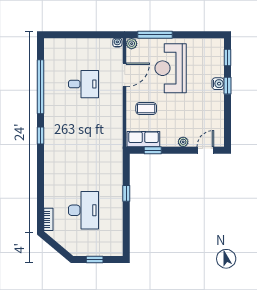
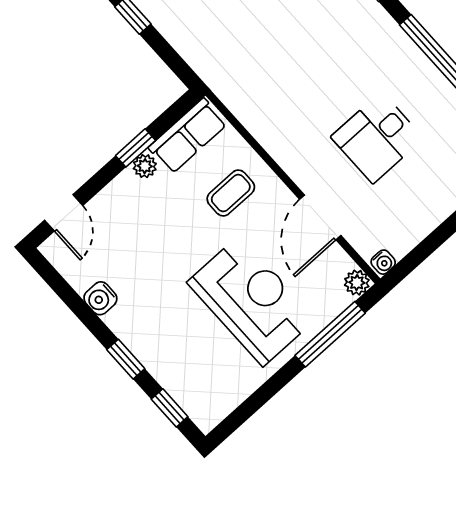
water cooler: (218, 84) -> (100, 298), moved
plant: (183, 142) -> (145, 166), moved
window: (153, 150) -> (136, 148), moved

